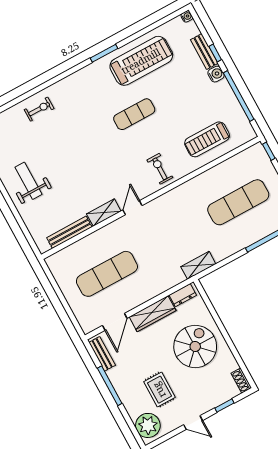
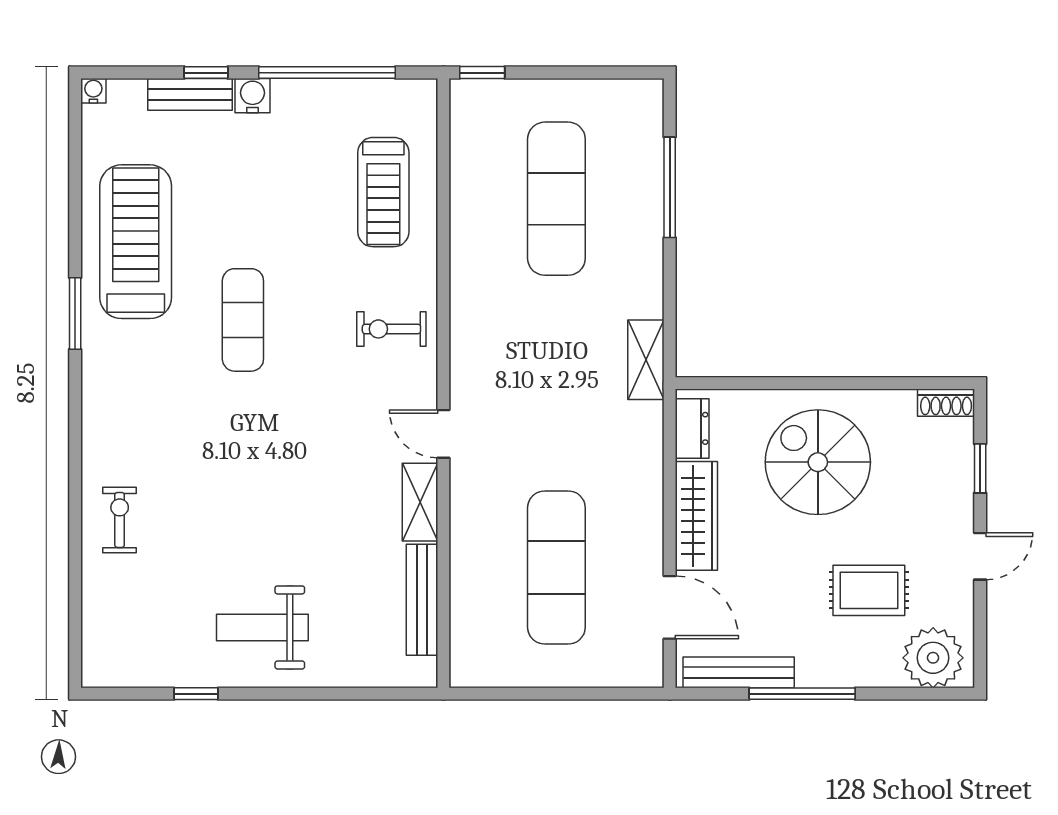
bench: (102, 354) -> (739, 672), width x1.36

